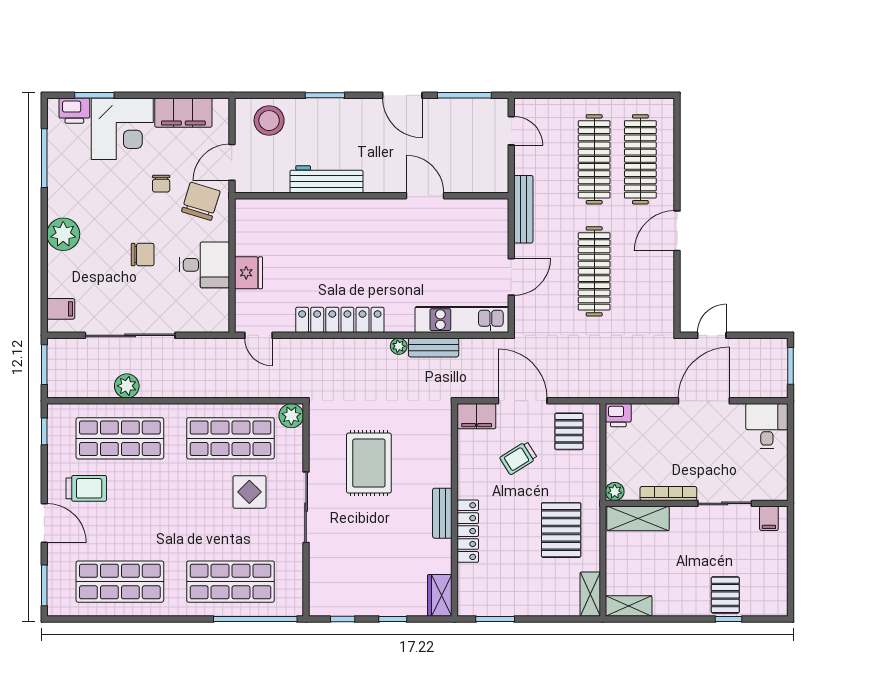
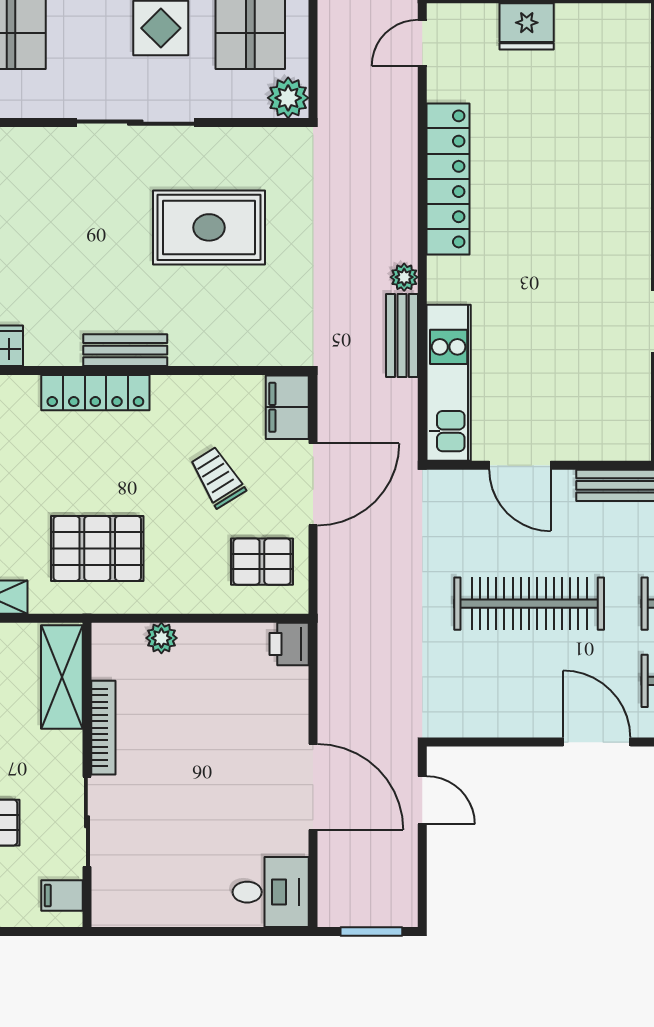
bookcase: (668, 494) -> (103, 728), moved
wall: (697, 503) -> (87, 775), moved
sliding door: (725, 503) -> (87, 822), moved
shelving: (638, 518) -> (62, 677), moved
filing cabinet: (769, 518) -> (62, 896), moved

